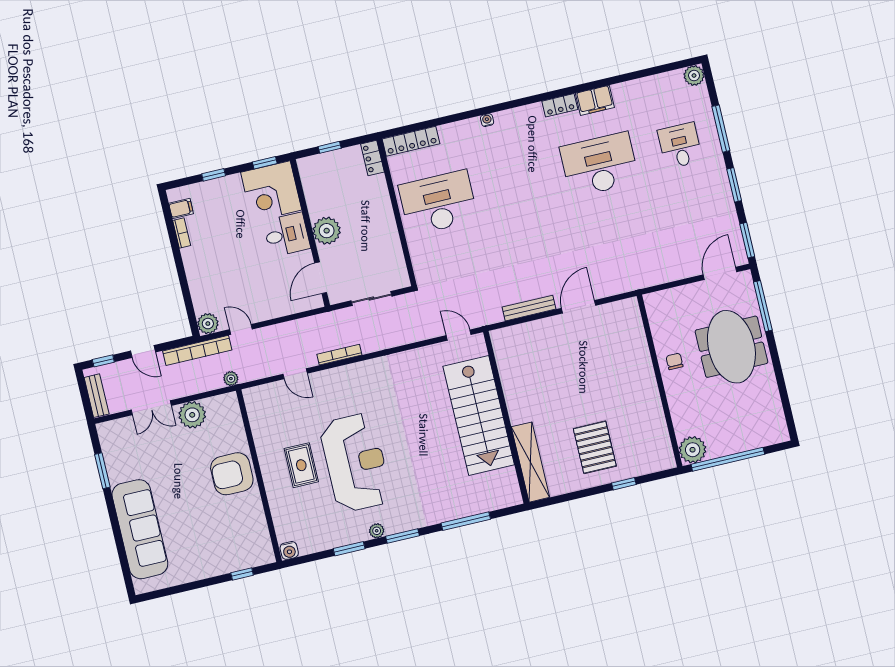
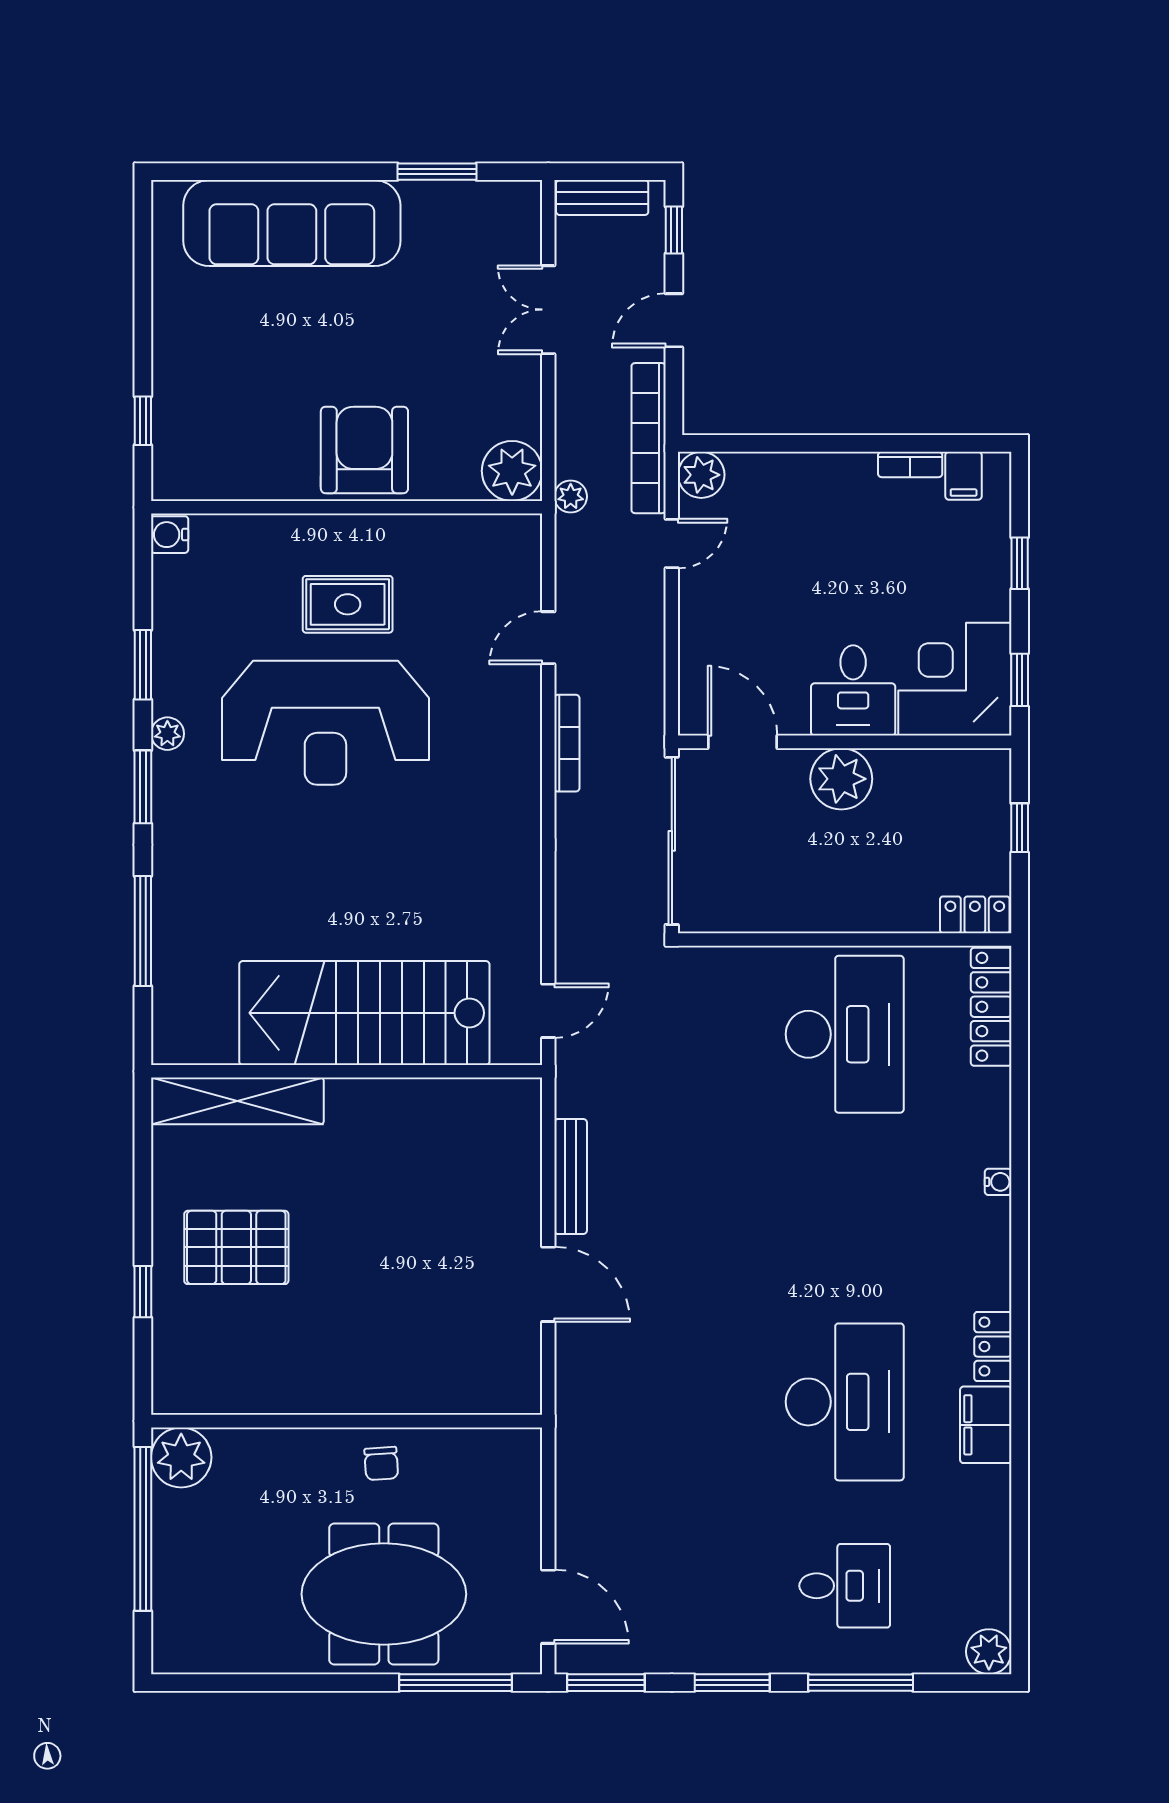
sliding door: (371, 299) -> (672, 841), width x1.86
chair: (674, 361) -> (381, 1464), turned 86
plant: (192, 415) -> (512, 471), moved

